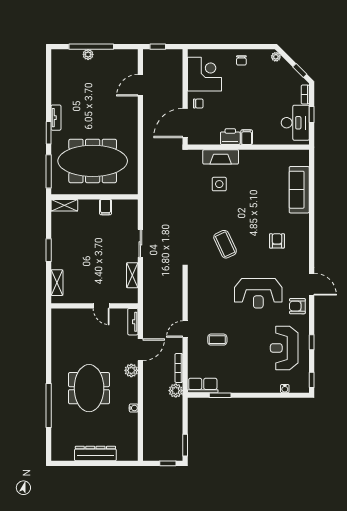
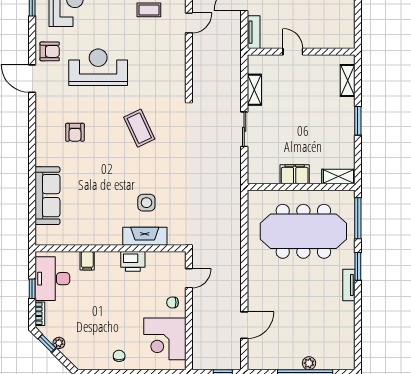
plant: (276, 57) -> (59, 343), moved
door: (185, 123) -> (189, 278), width x0.53
filing cabinet: (247, 137) -> (87, 261), moved
filing cabinet: (106, 207) -> (295, 174), width x2.00

